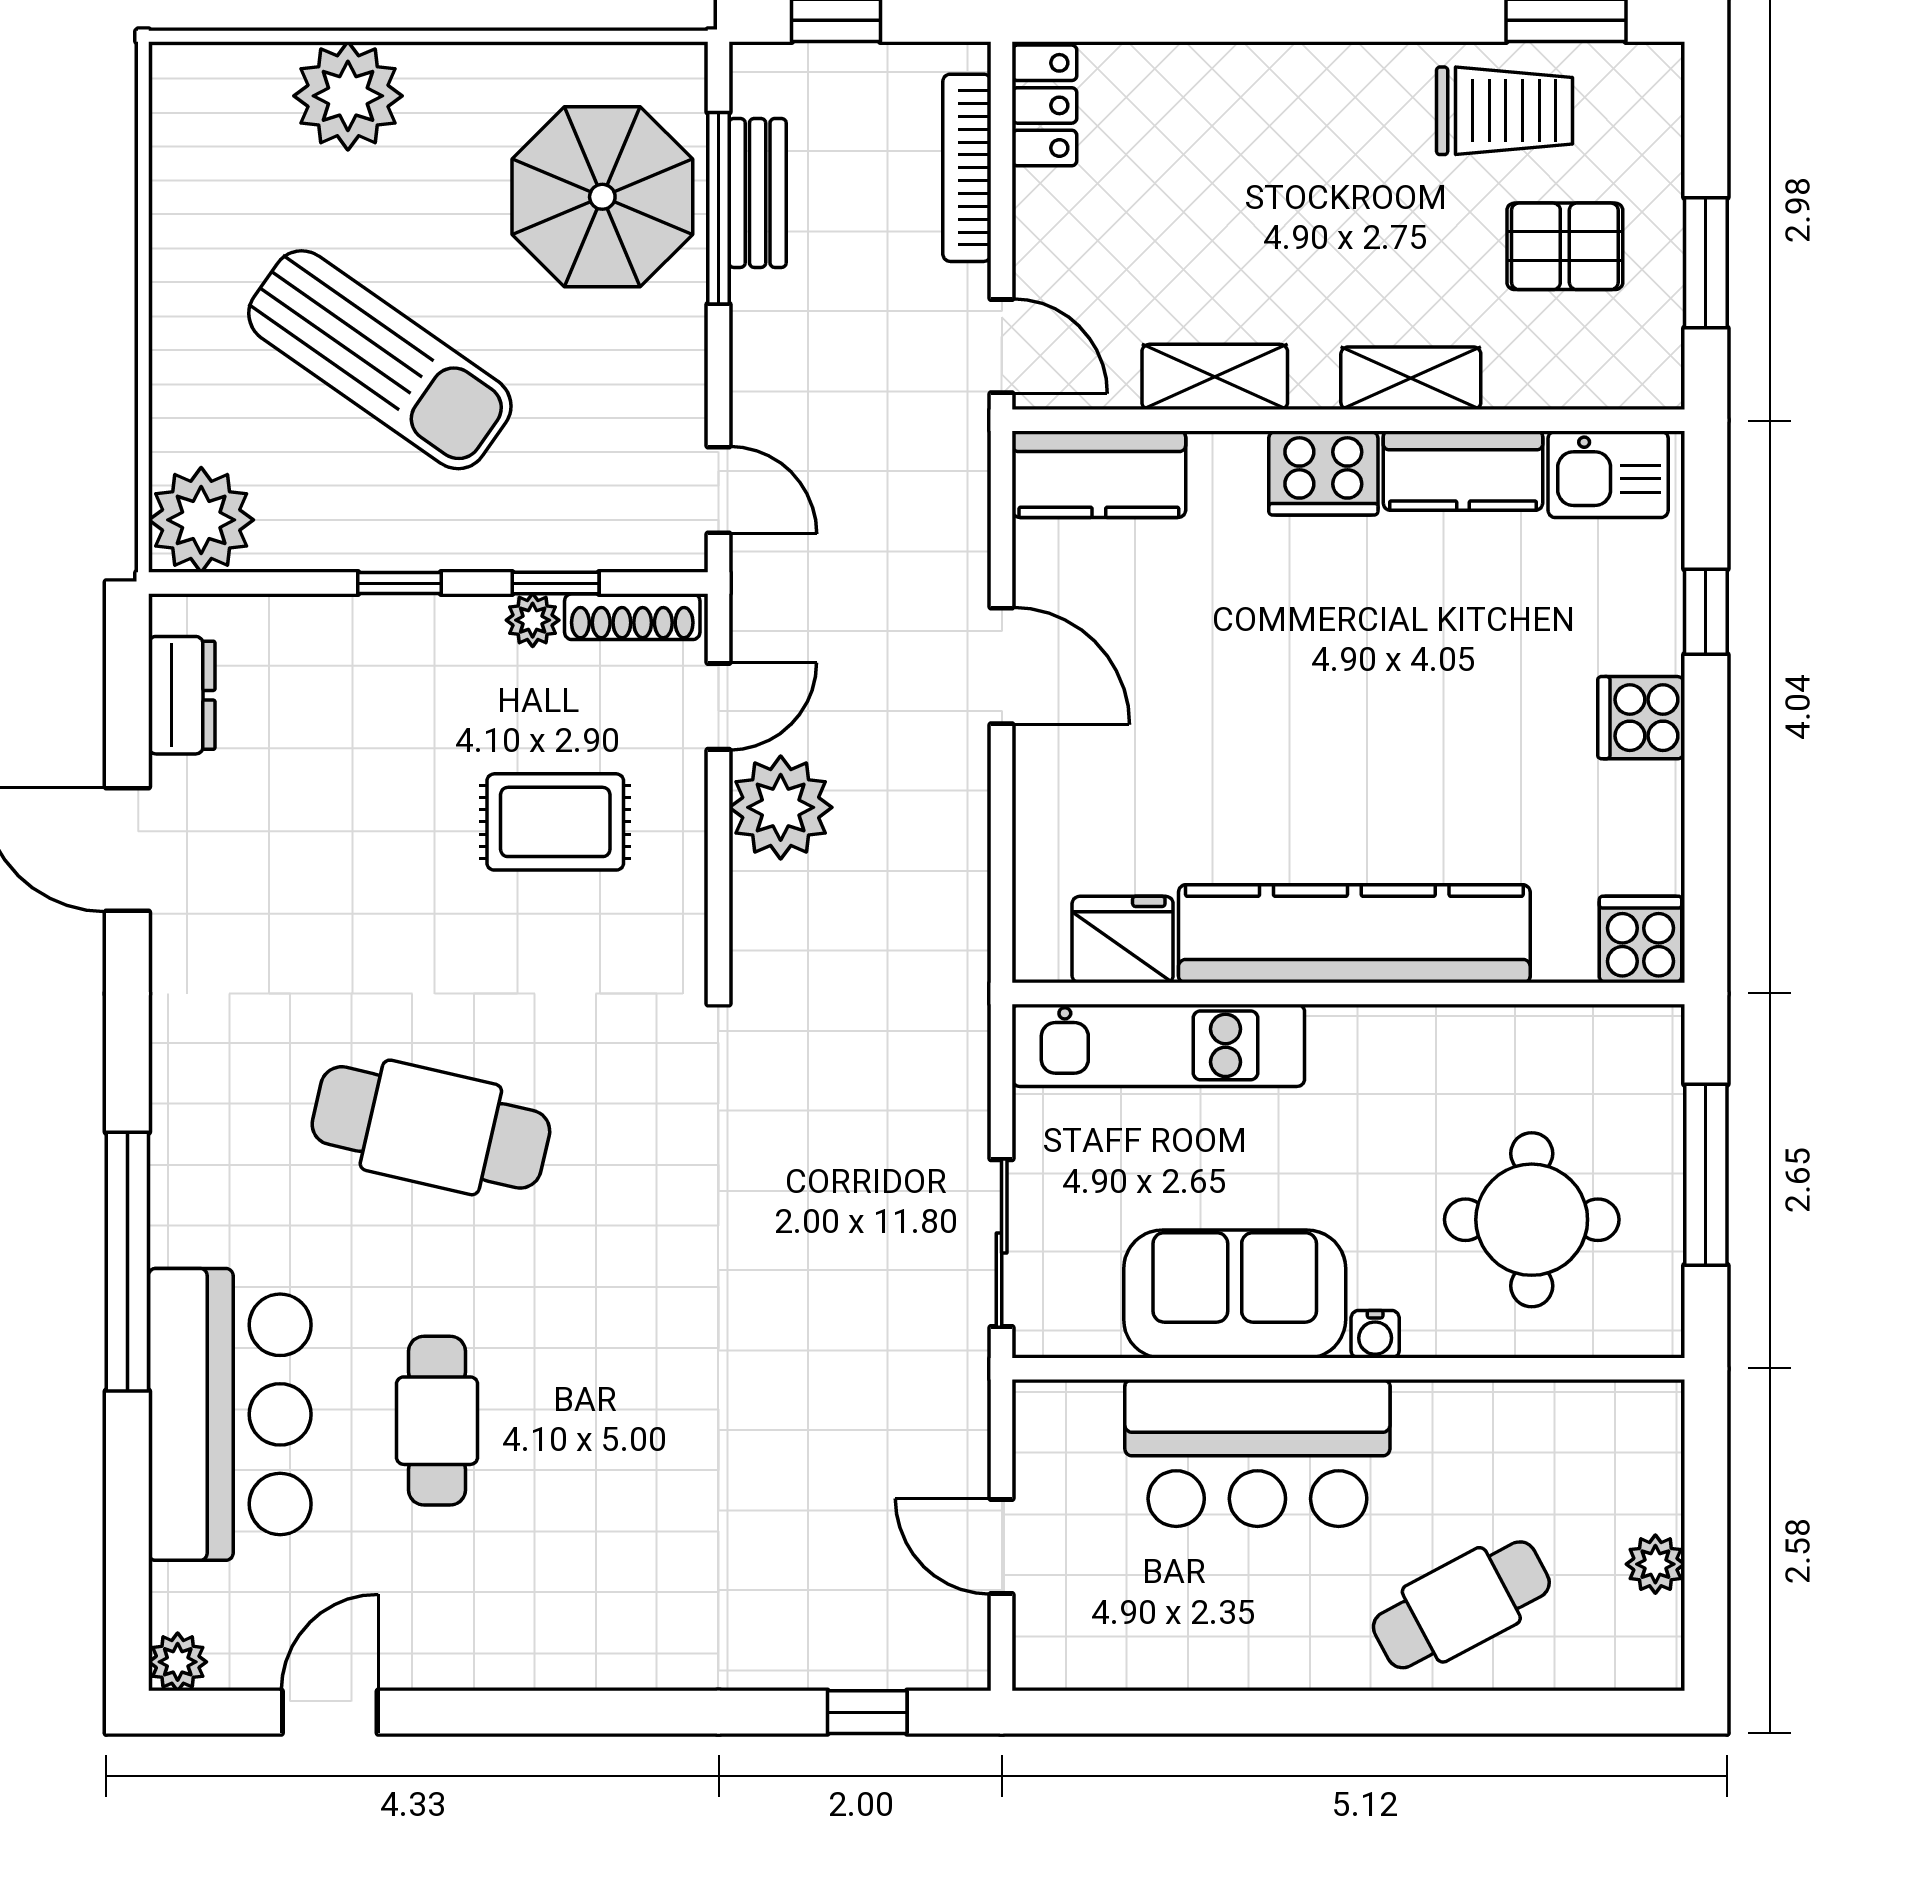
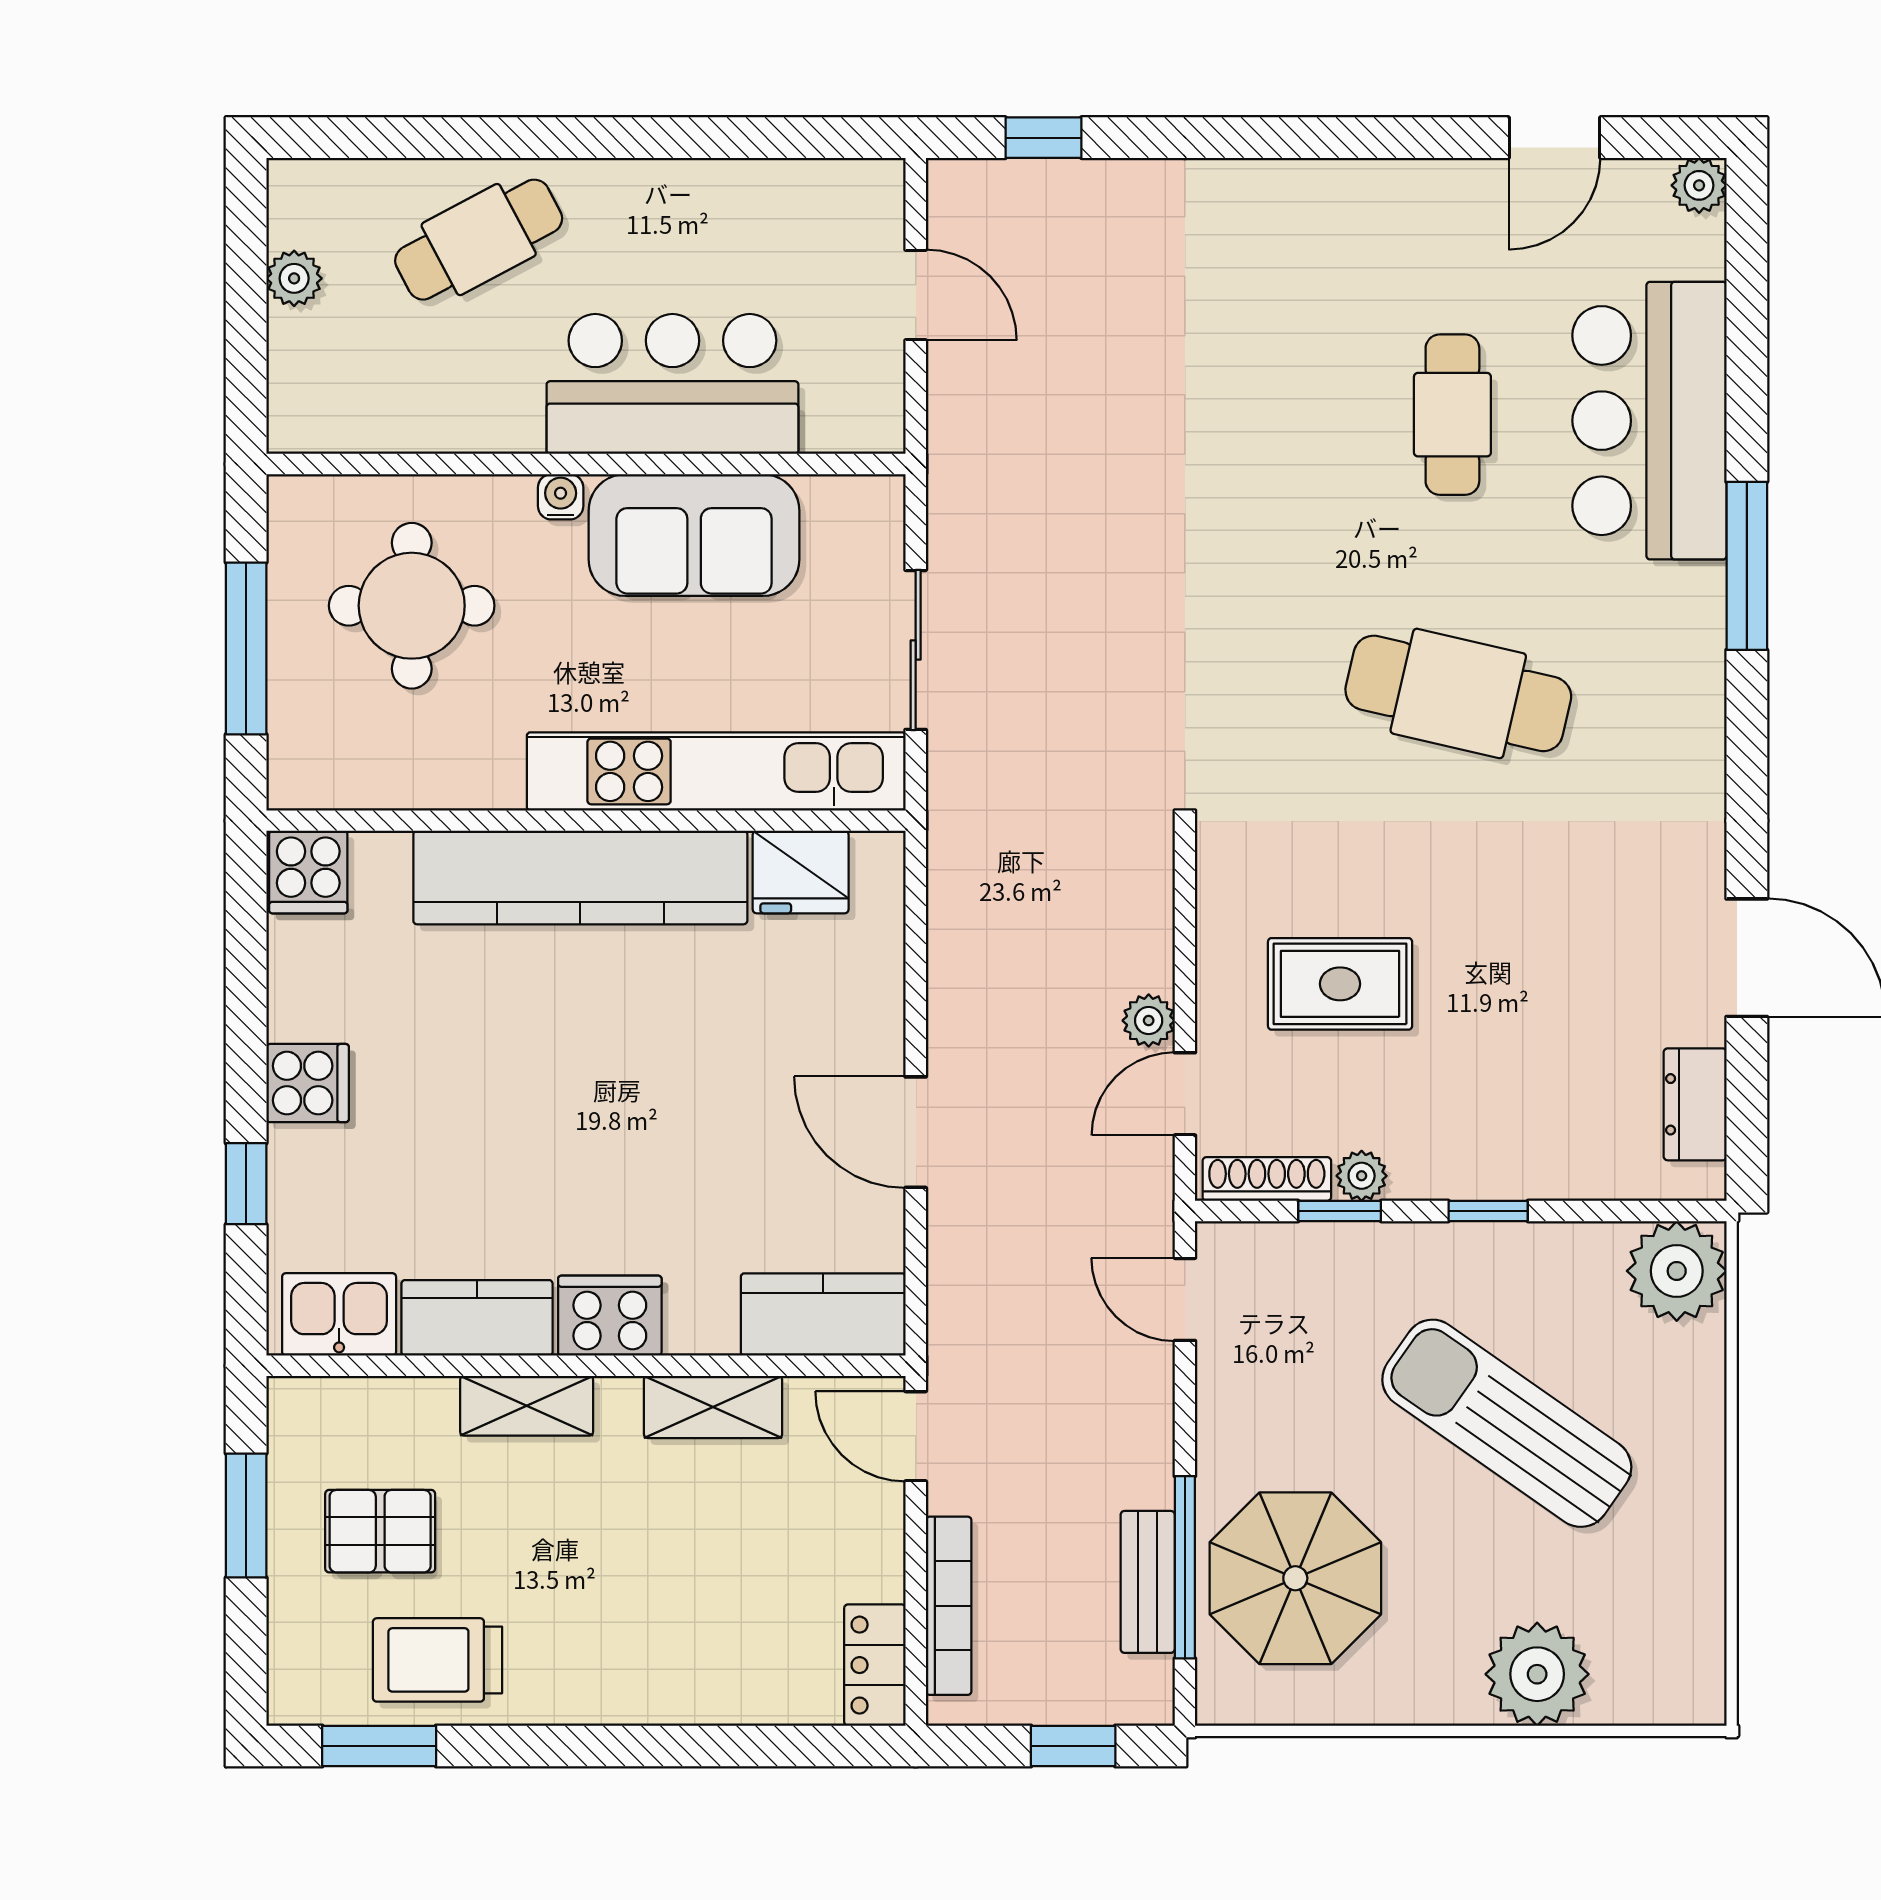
plant: (781, 807) -> (1149, 1021), width x0.53, depth x0.53
kitchen unit: (1158, 1045) -> (716, 771), width x1.36
sliding door: (1002, 1243) -> (916, 650), moved
window: (127, 1262) -> (1747, 566), width x0.68

